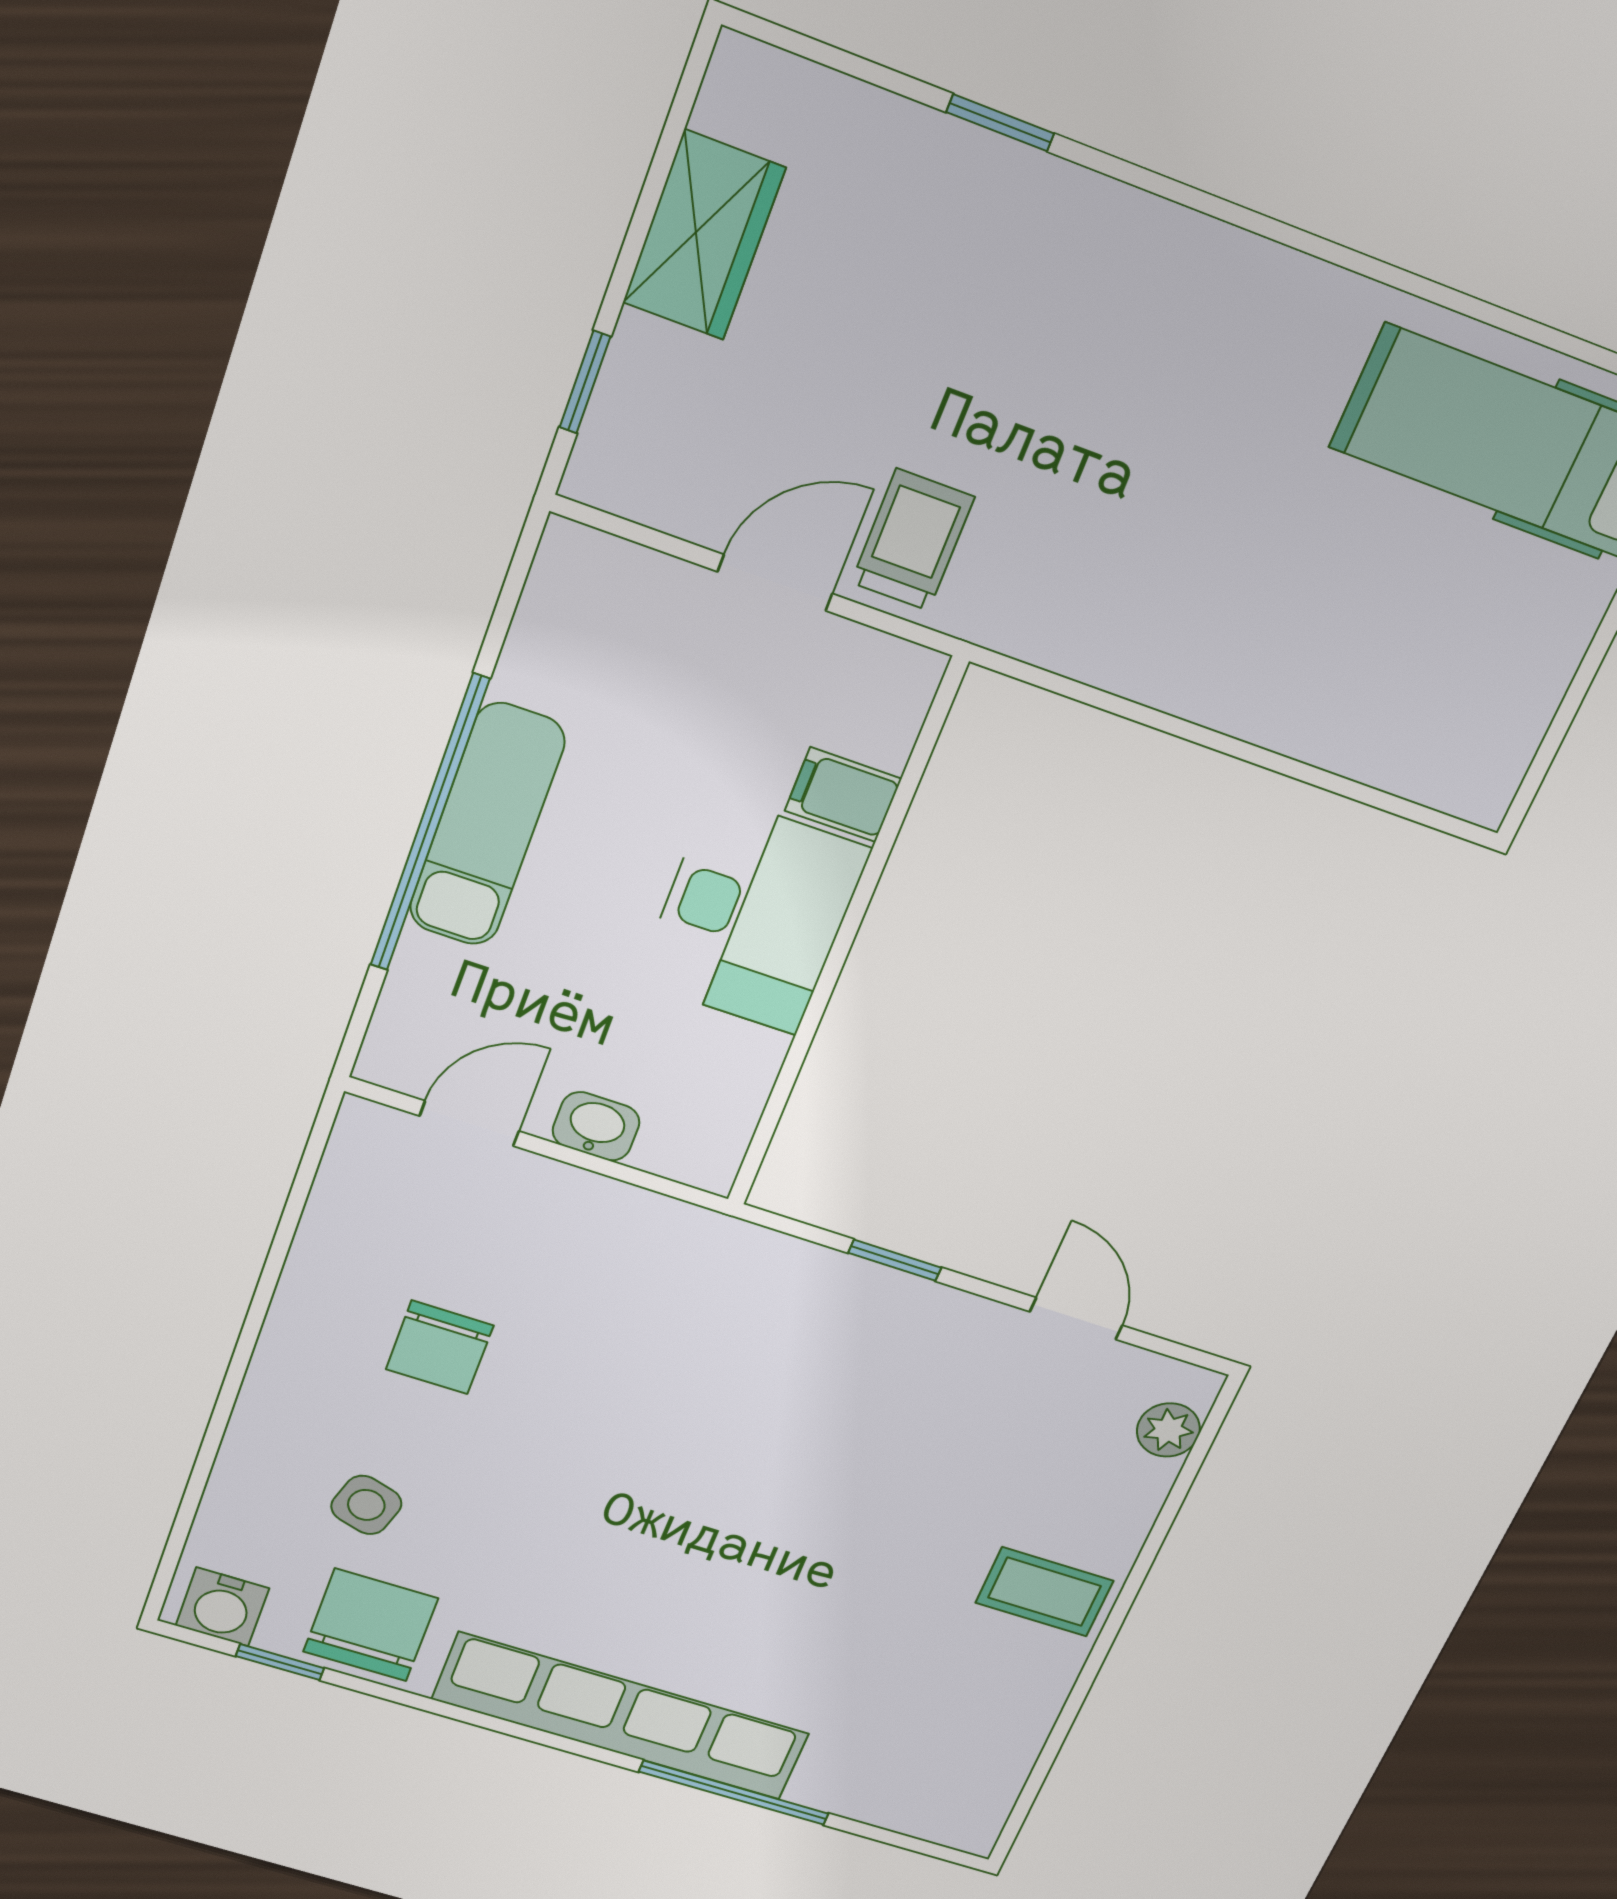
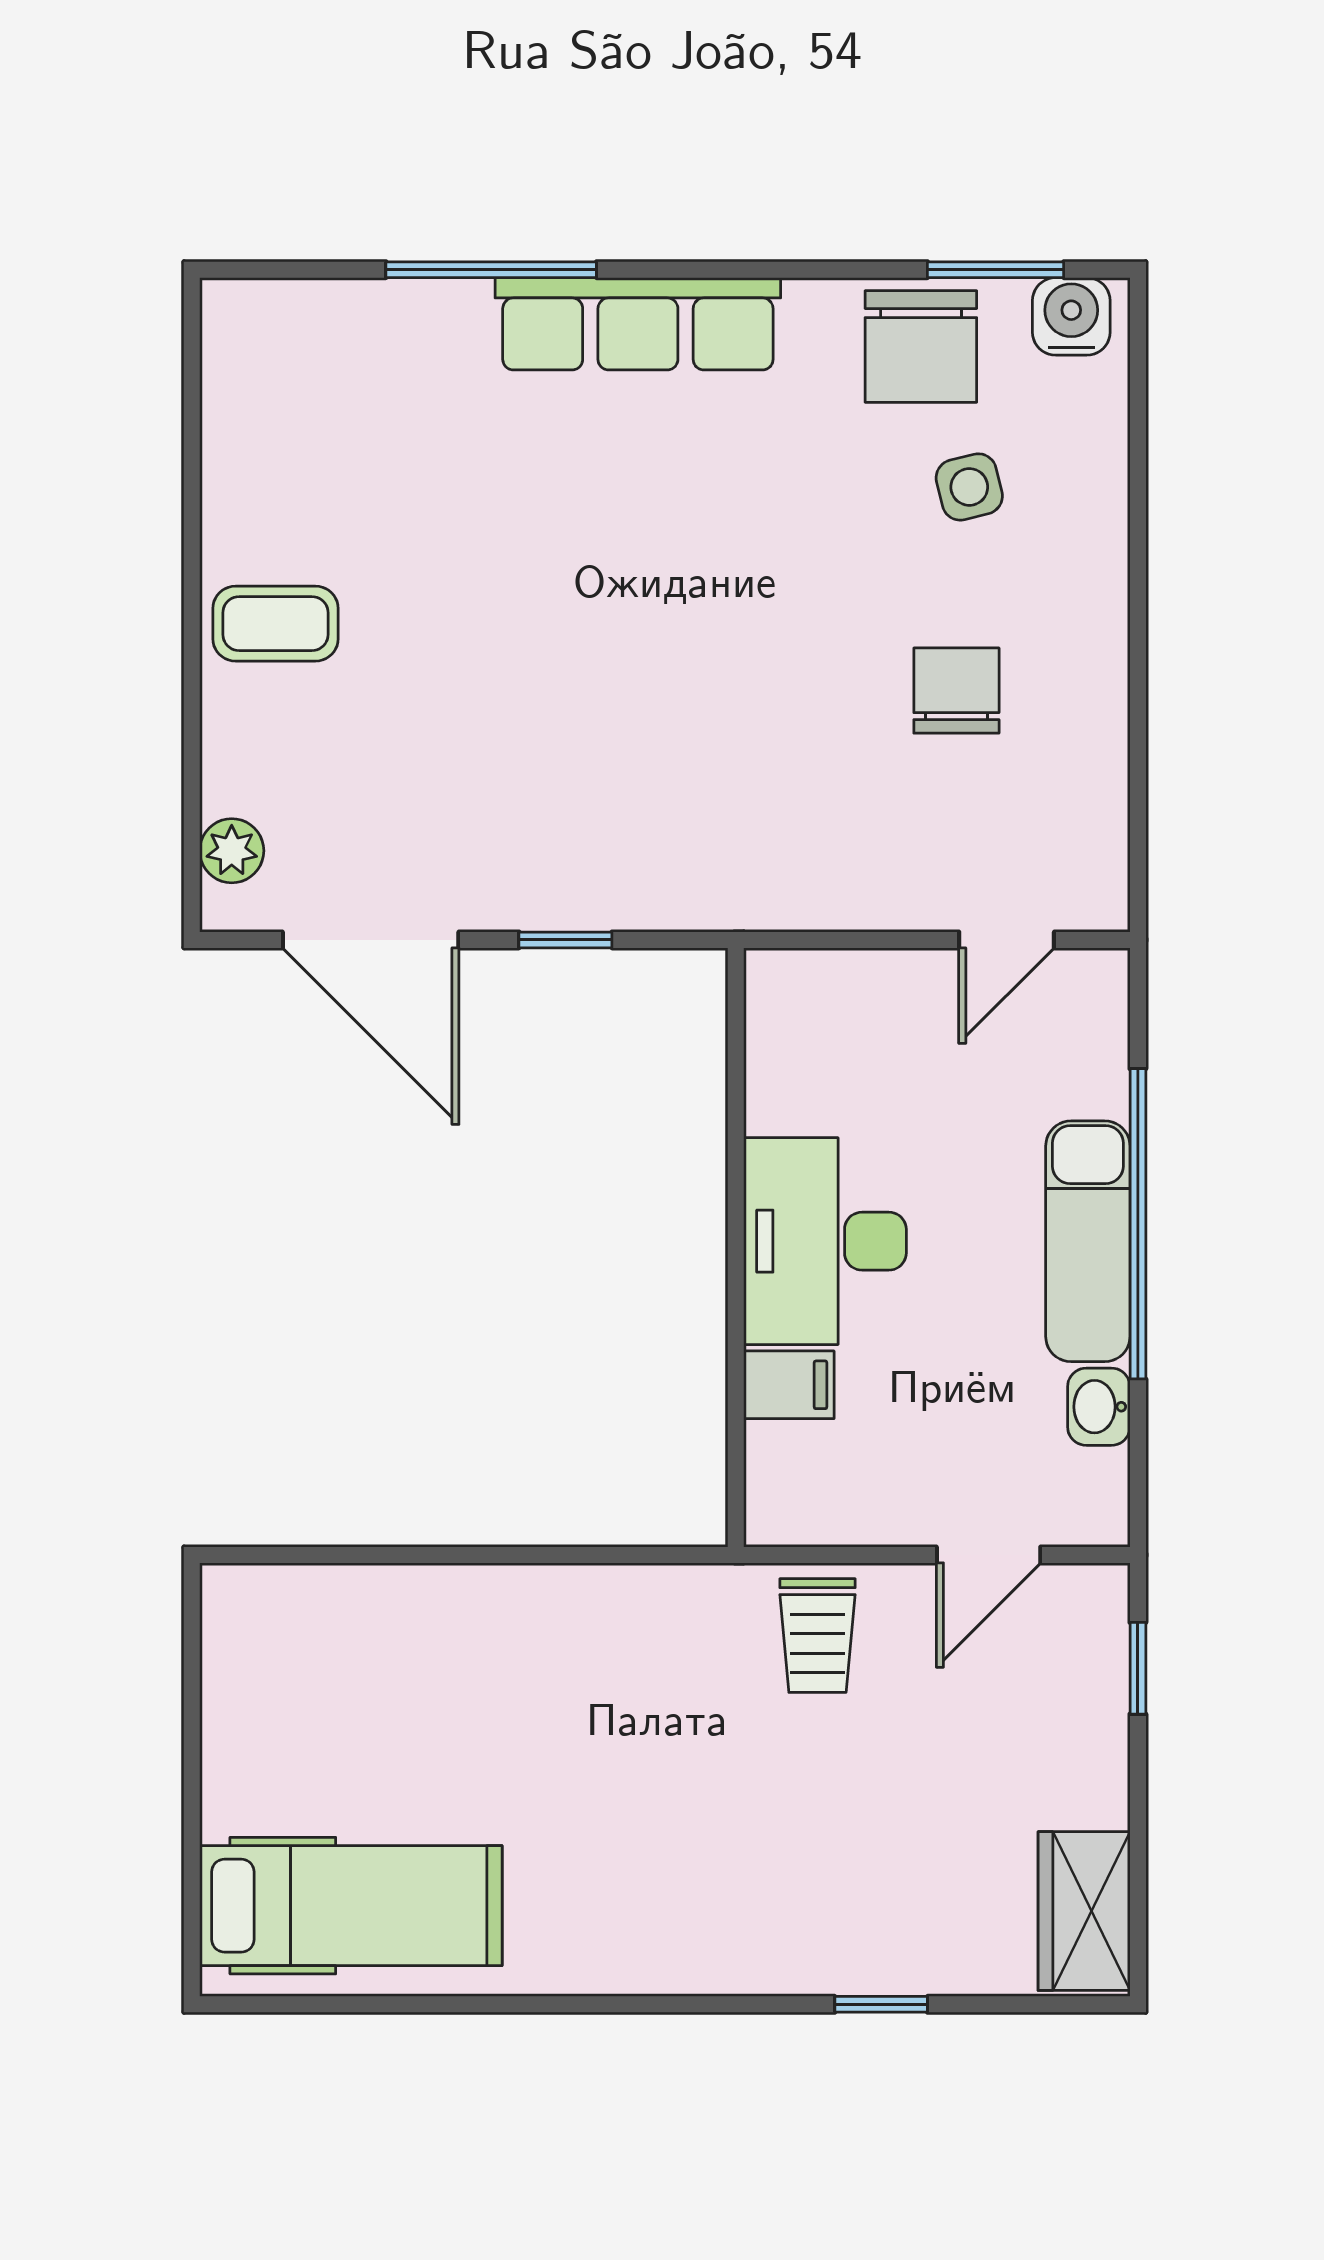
wardrobe: (704, 235) -> (1084, 1911), moved
door: (775, 583) -> (989, 1555), moved
washbasin: (596, 1126) -> (1099, 1407), moved, turned 90
door: (1076, 1319) -> (371, 940), width x1.87
side table: (366, 1505) -> (969, 487), turned -31
window: (280, 1662) -> (996, 270), width x1.50
row of seats: (621, 1716) -> (638, 324), width x0.73

